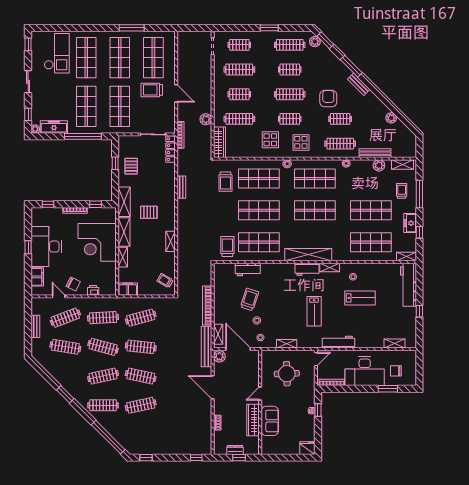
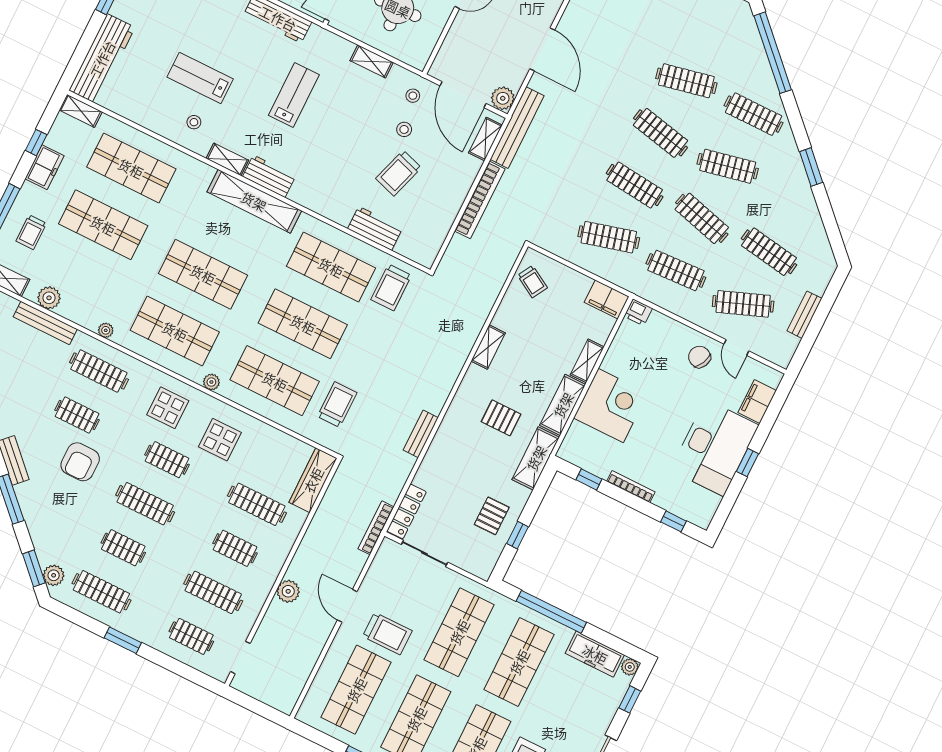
plant: (206, 119) -> (288, 591), moved
corner desk: (97, 242) -> (611, 405), width x0.74, depth x0.74
printer: (93, 290) -> (638, 312), moved

